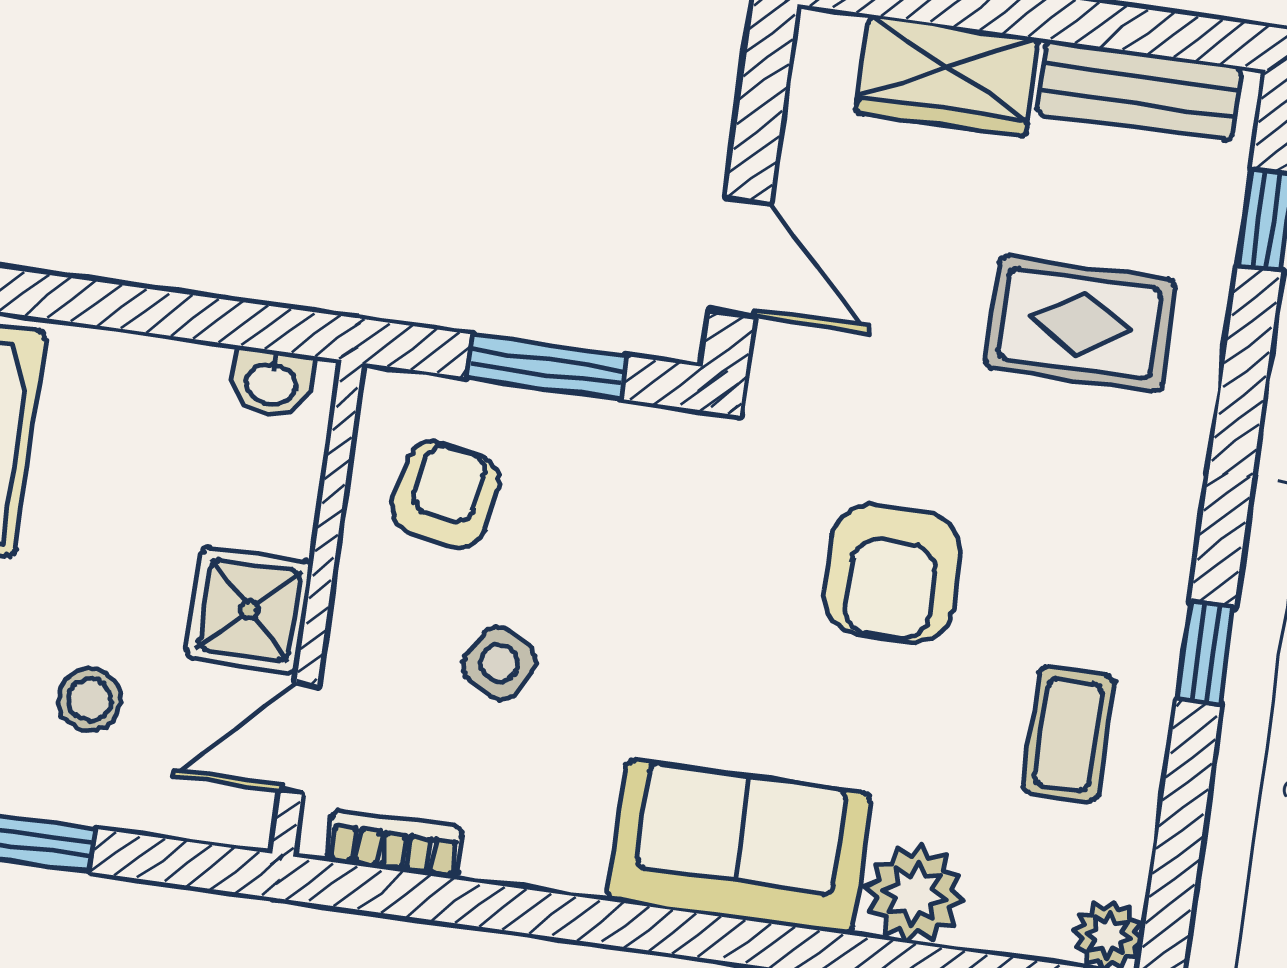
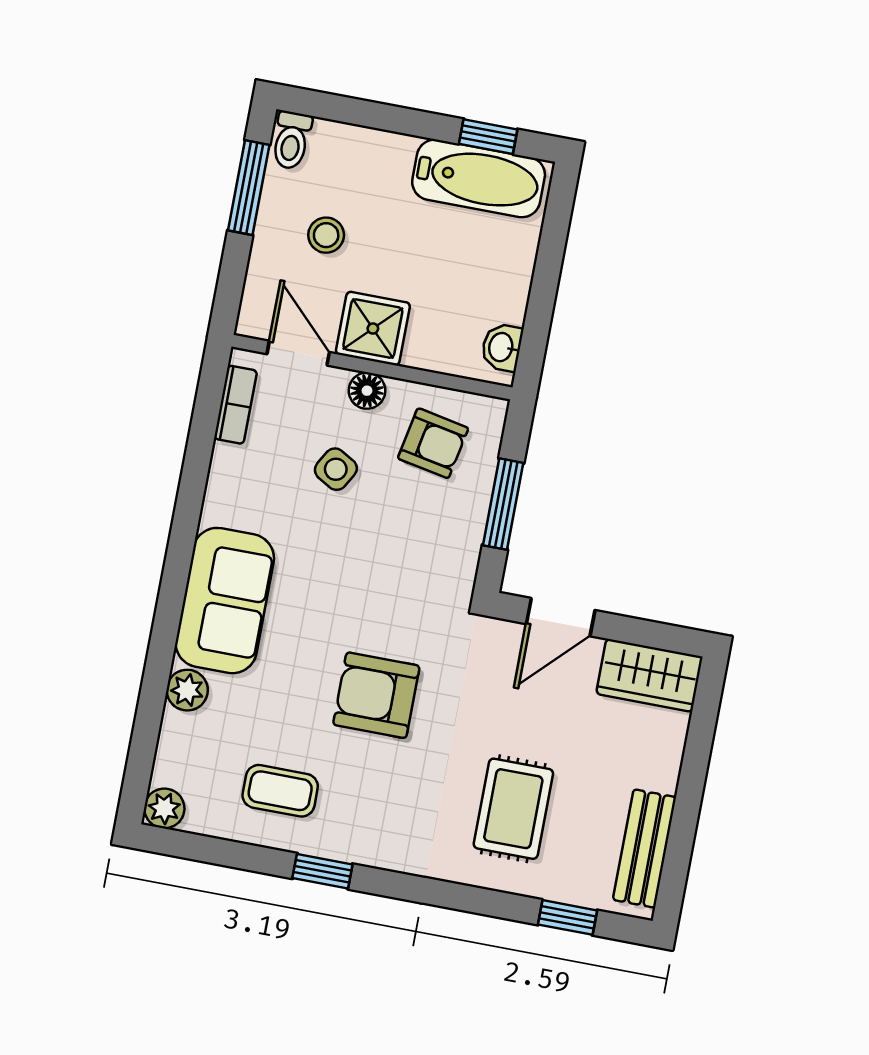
wardrobe: (947, 76) -> (649, 675), moved, turned -90
floor lamp: (359, 615) -> (367, 391), added
plant: (914, 894) -> (187, 690), width x0.73, depth x0.73

